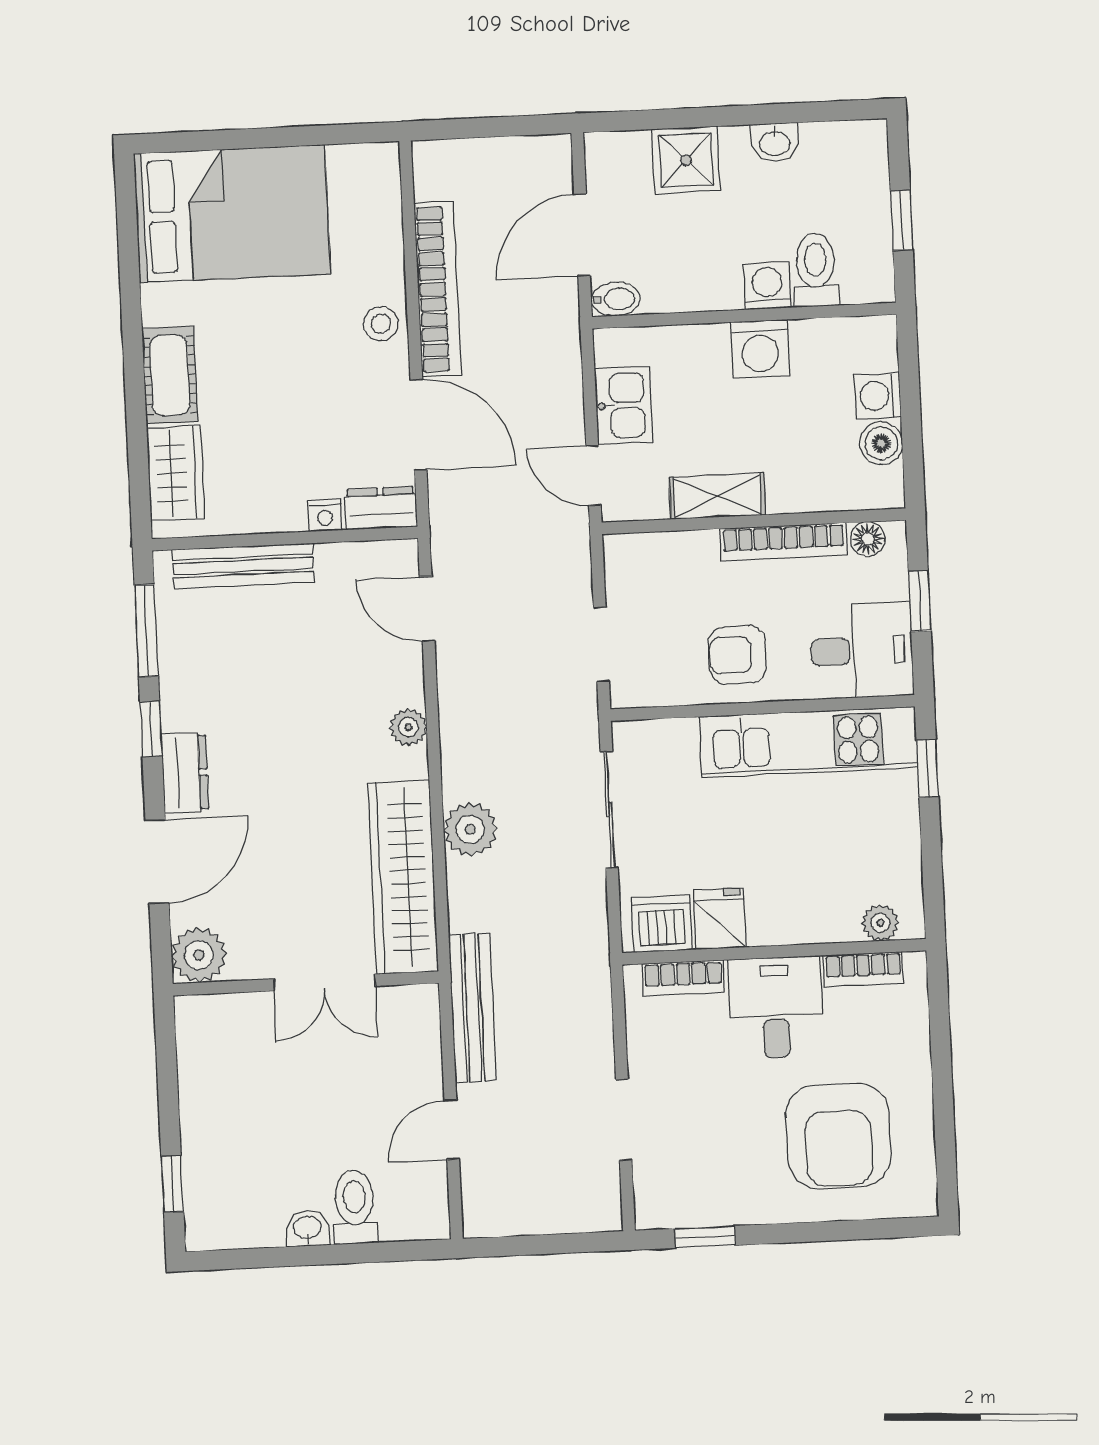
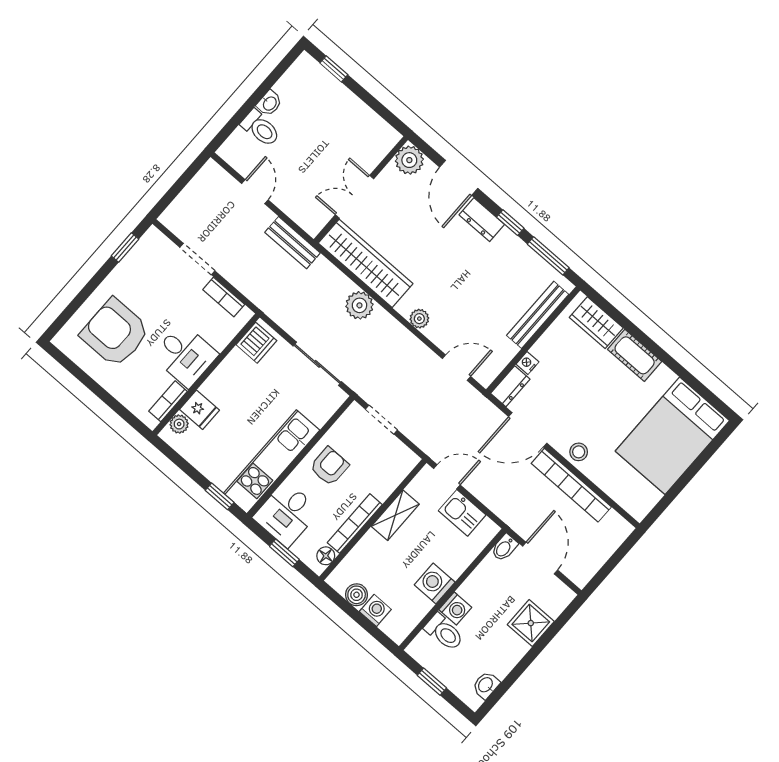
washbasin: (775, 142) -> (486, 685), moved
fridge: (720, 919) -> (200, 410), moved
bookcase: (683, 978) -> (224, 297), moved, turned -90
bench: (472, 1008) -> (293, 243), width x0.73

